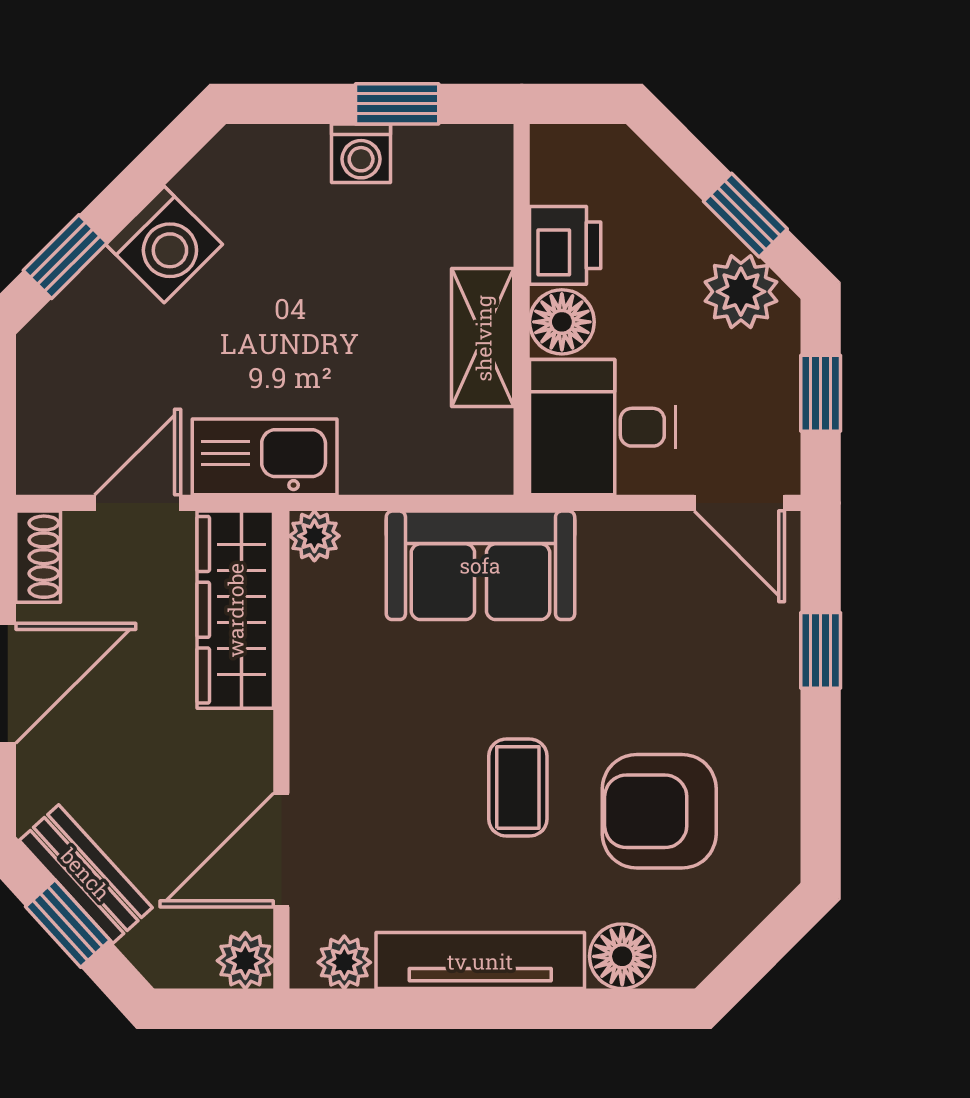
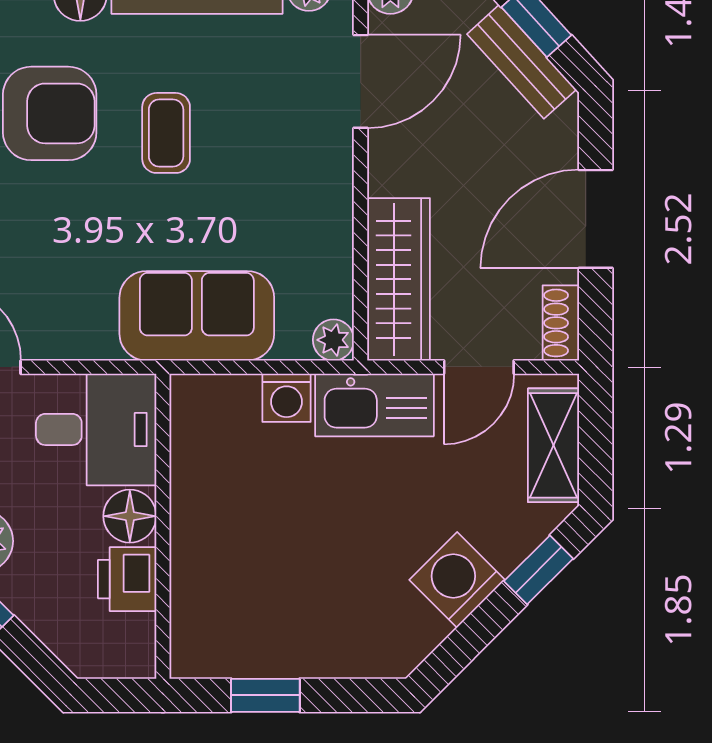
washing machine: (361, 153) -> (286, 398), moved, turned 180
shelving: (483, 338) -> (553, 445), moved

